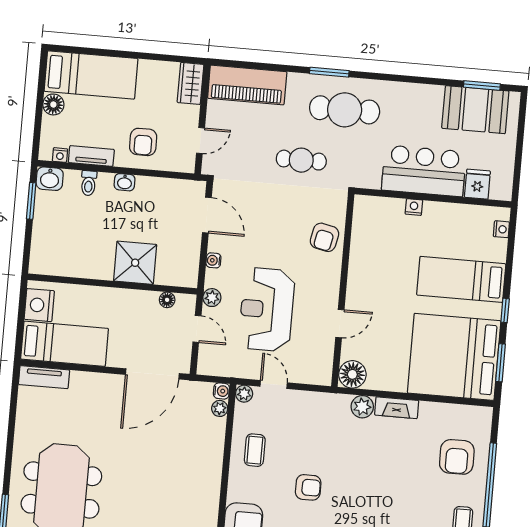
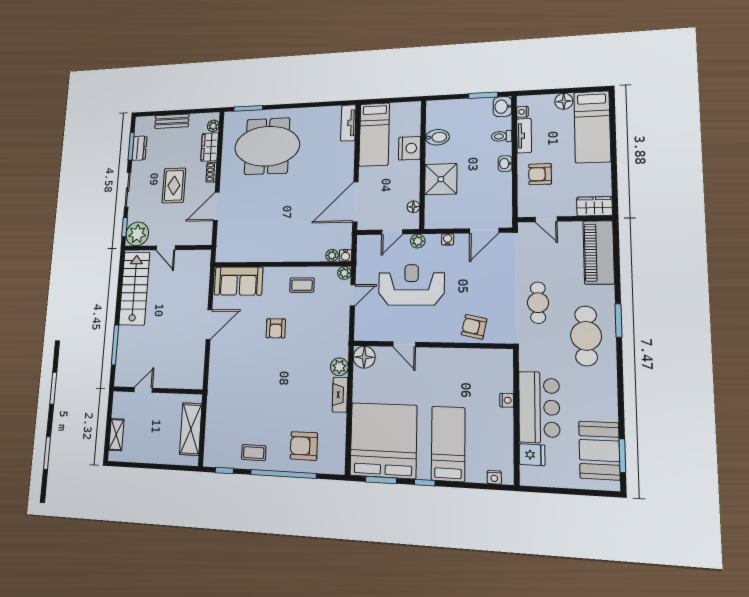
bidet: (79, 263) -> (437, 137), added
nightstand: (39, 305) -> (410, 148), moved, turned 90
door: (152, 374) -> (355, 202), hinge flipped

